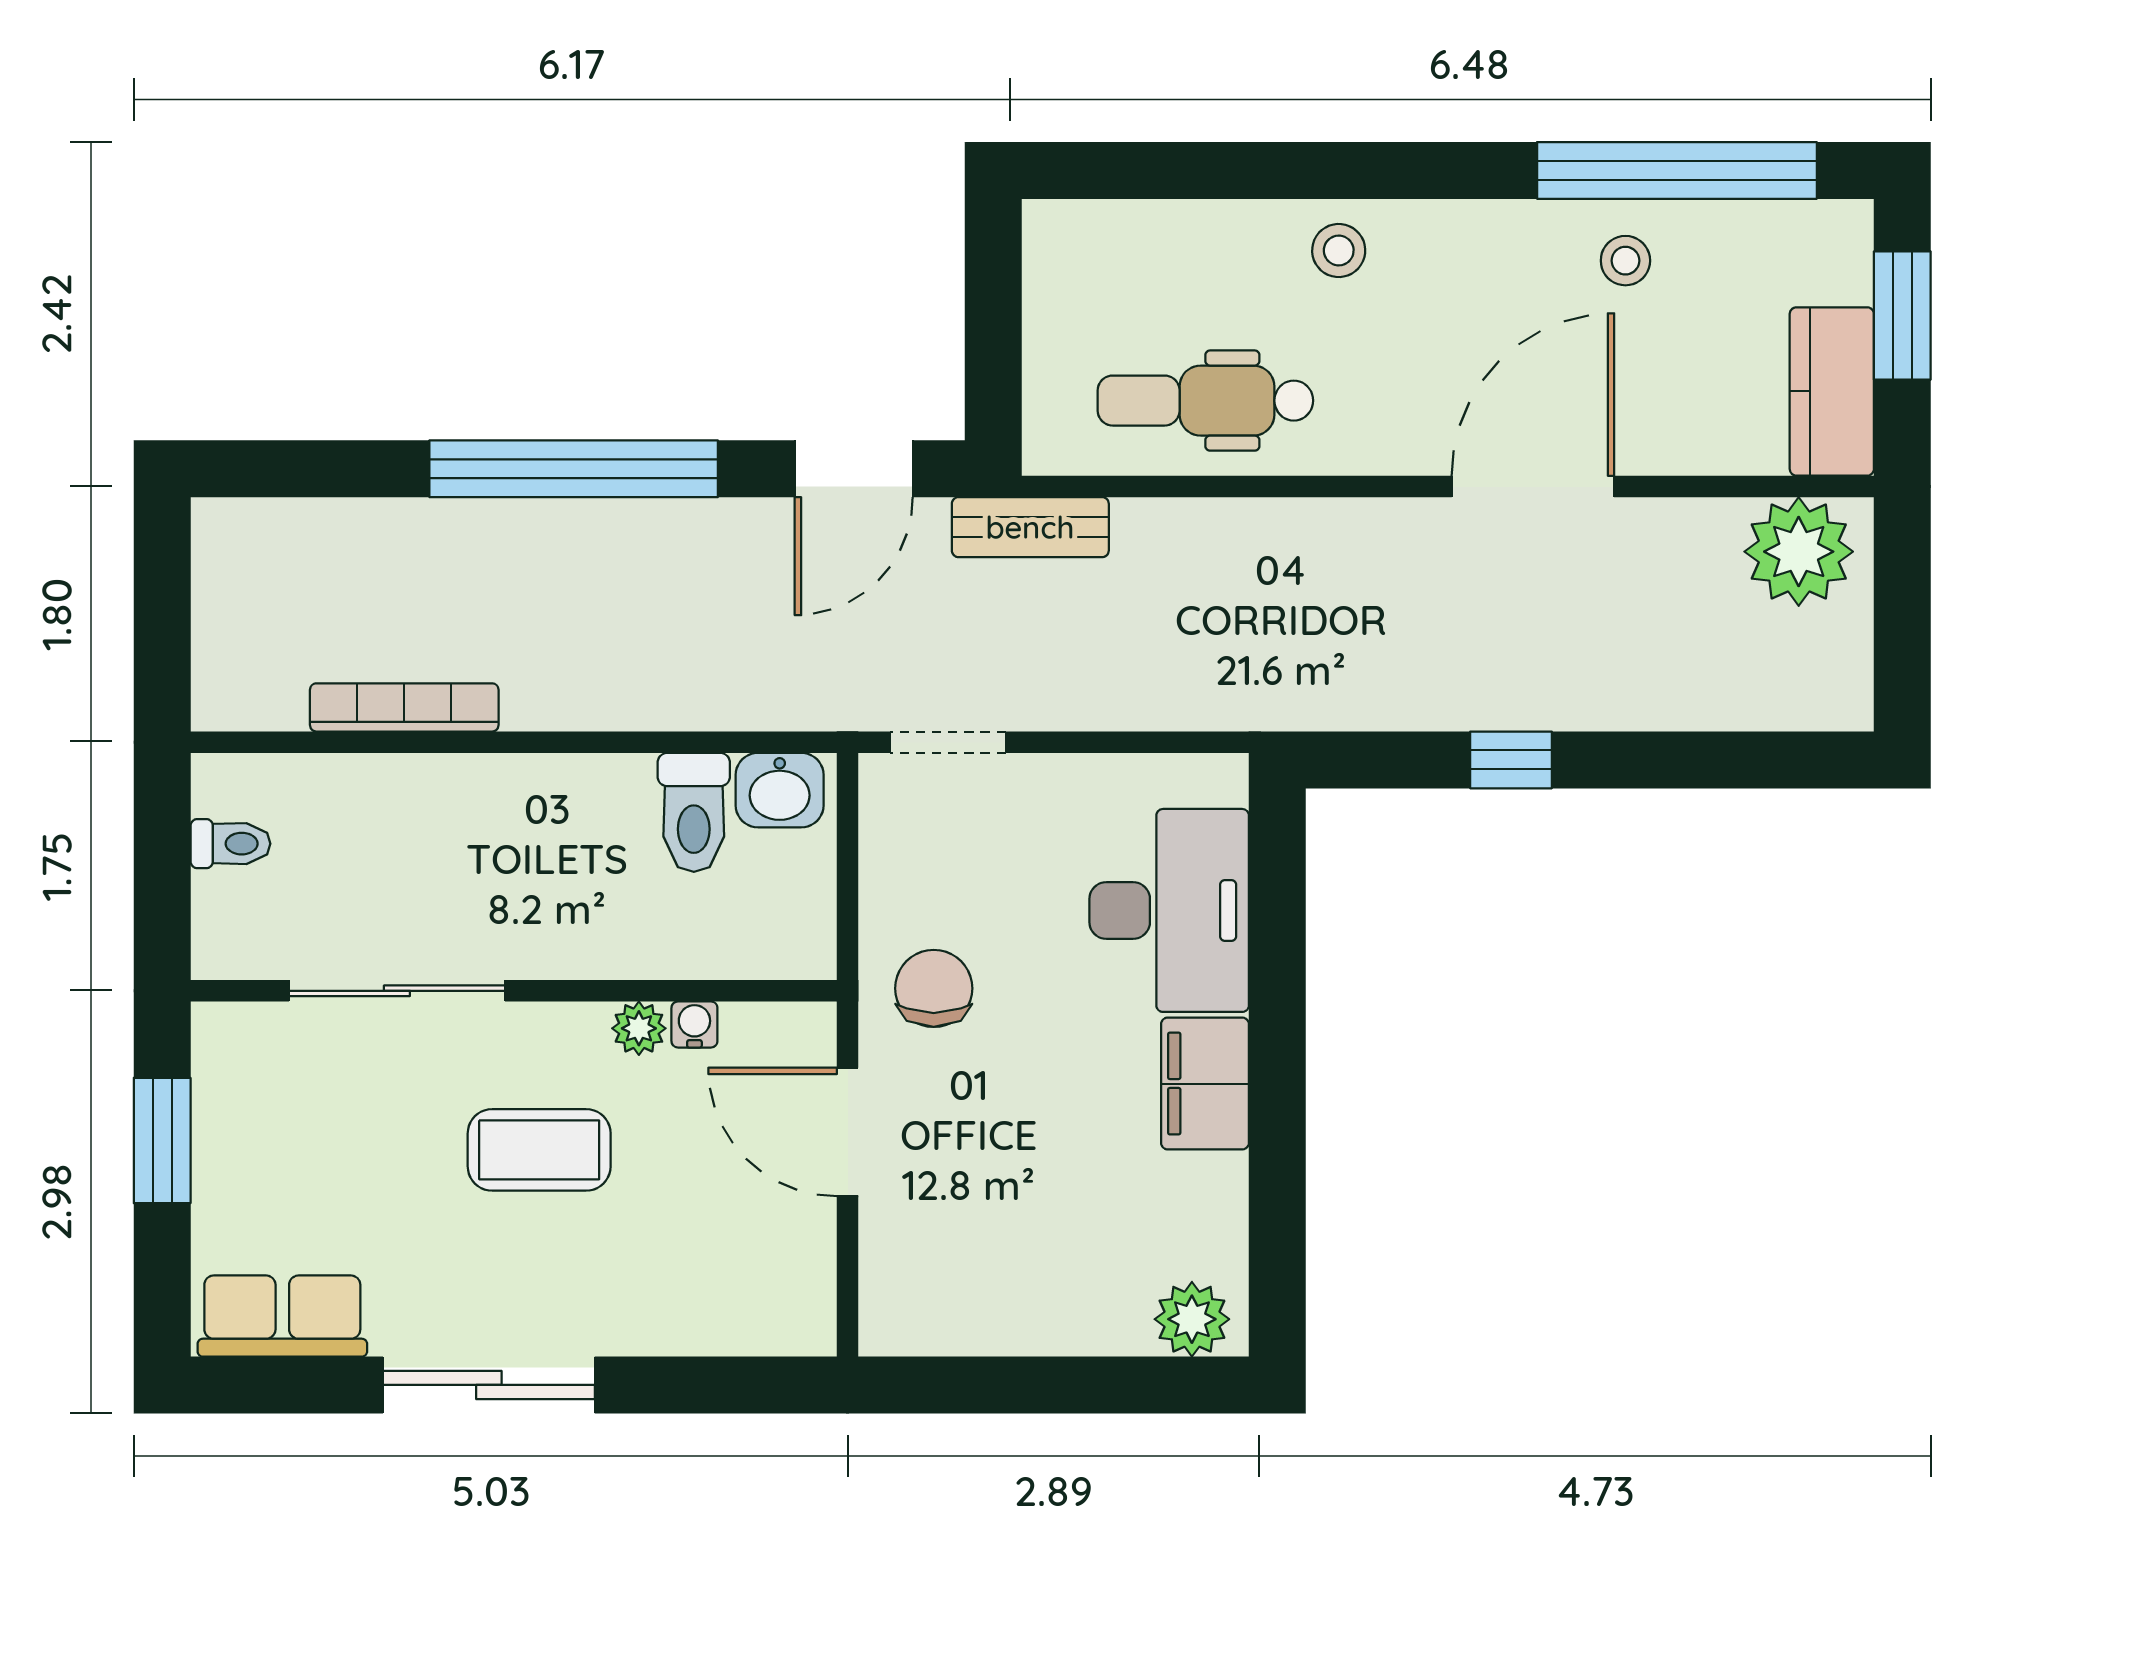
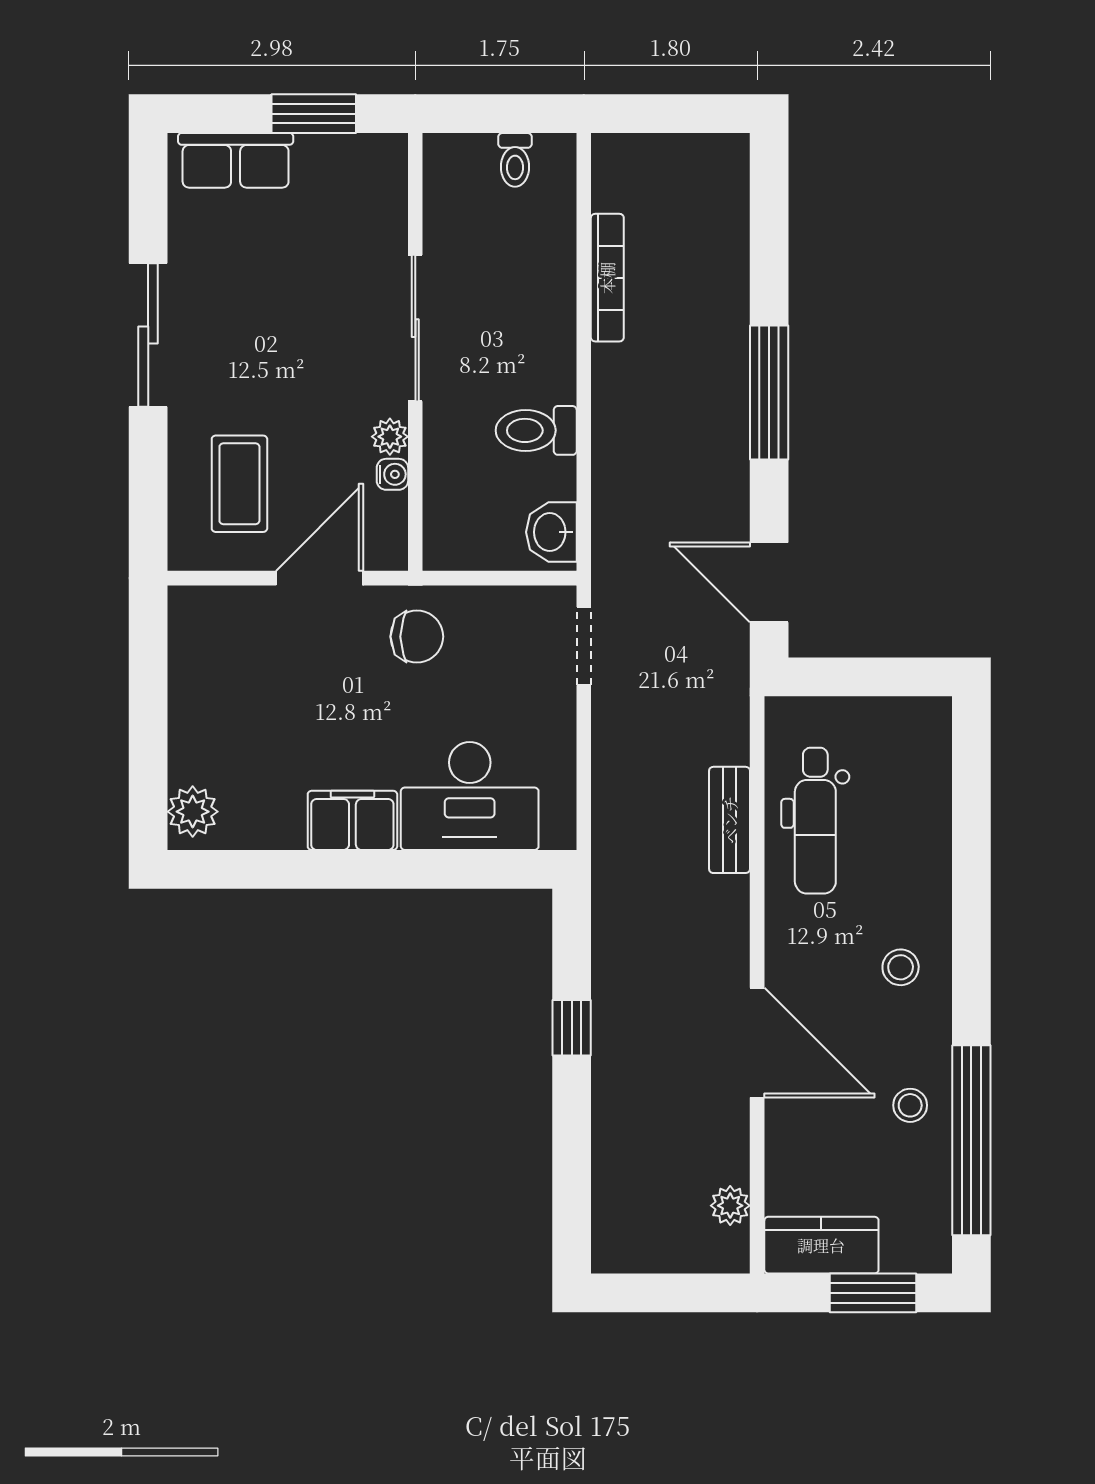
stool: (1339, 251) -> (901, 967), moved
dental chair: (1205, 401) -> (815, 821), turned 180
window: (574, 469) -> (769, 392), width x0.68
bench: (1030, 527) -> (730, 820), moved
plant: (1799, 552) -> (730, 1206), width x0.53, depth x0.53
toilet: (694, 812) -> (536, 430), moved
sliding door: (397, 991) -> (415, 328), moved
coffee table: (539, 1150) -> (239, 484), moved
row of seats: (282, 1316) -> (236, 160), moved, turned 90

